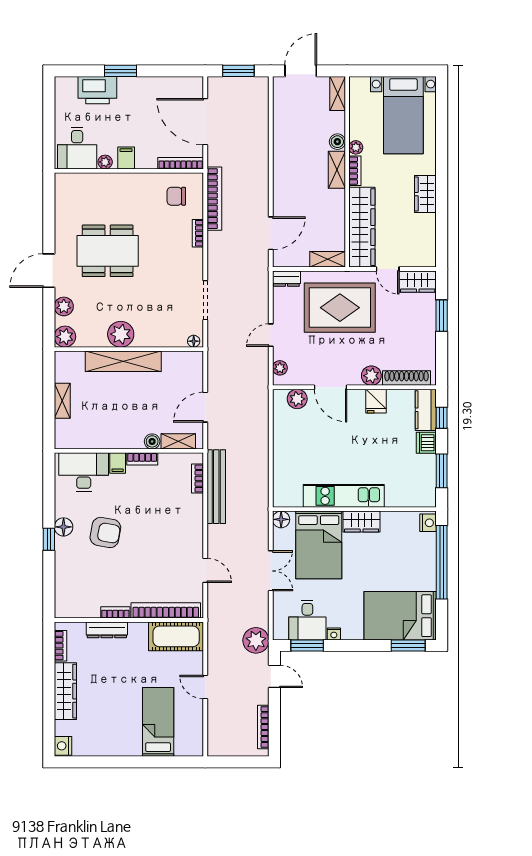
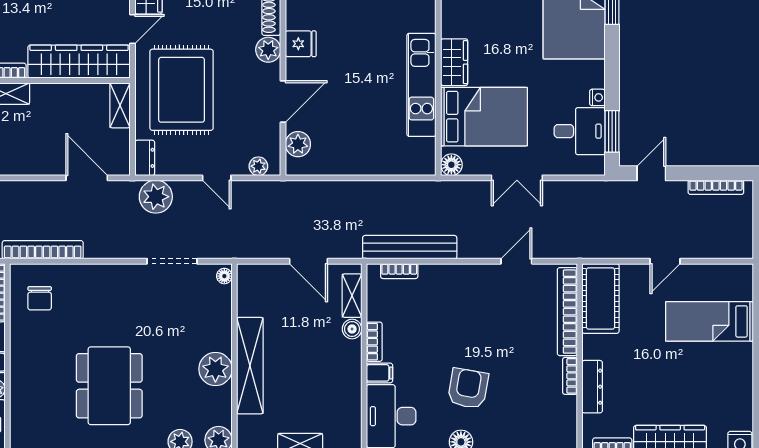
bookcase: (198, 233) -> (87, 271), removed
double door: (271, 571) -> (517, 178), swing flipped
plant: (256, 640) -> (156, 197), moved

